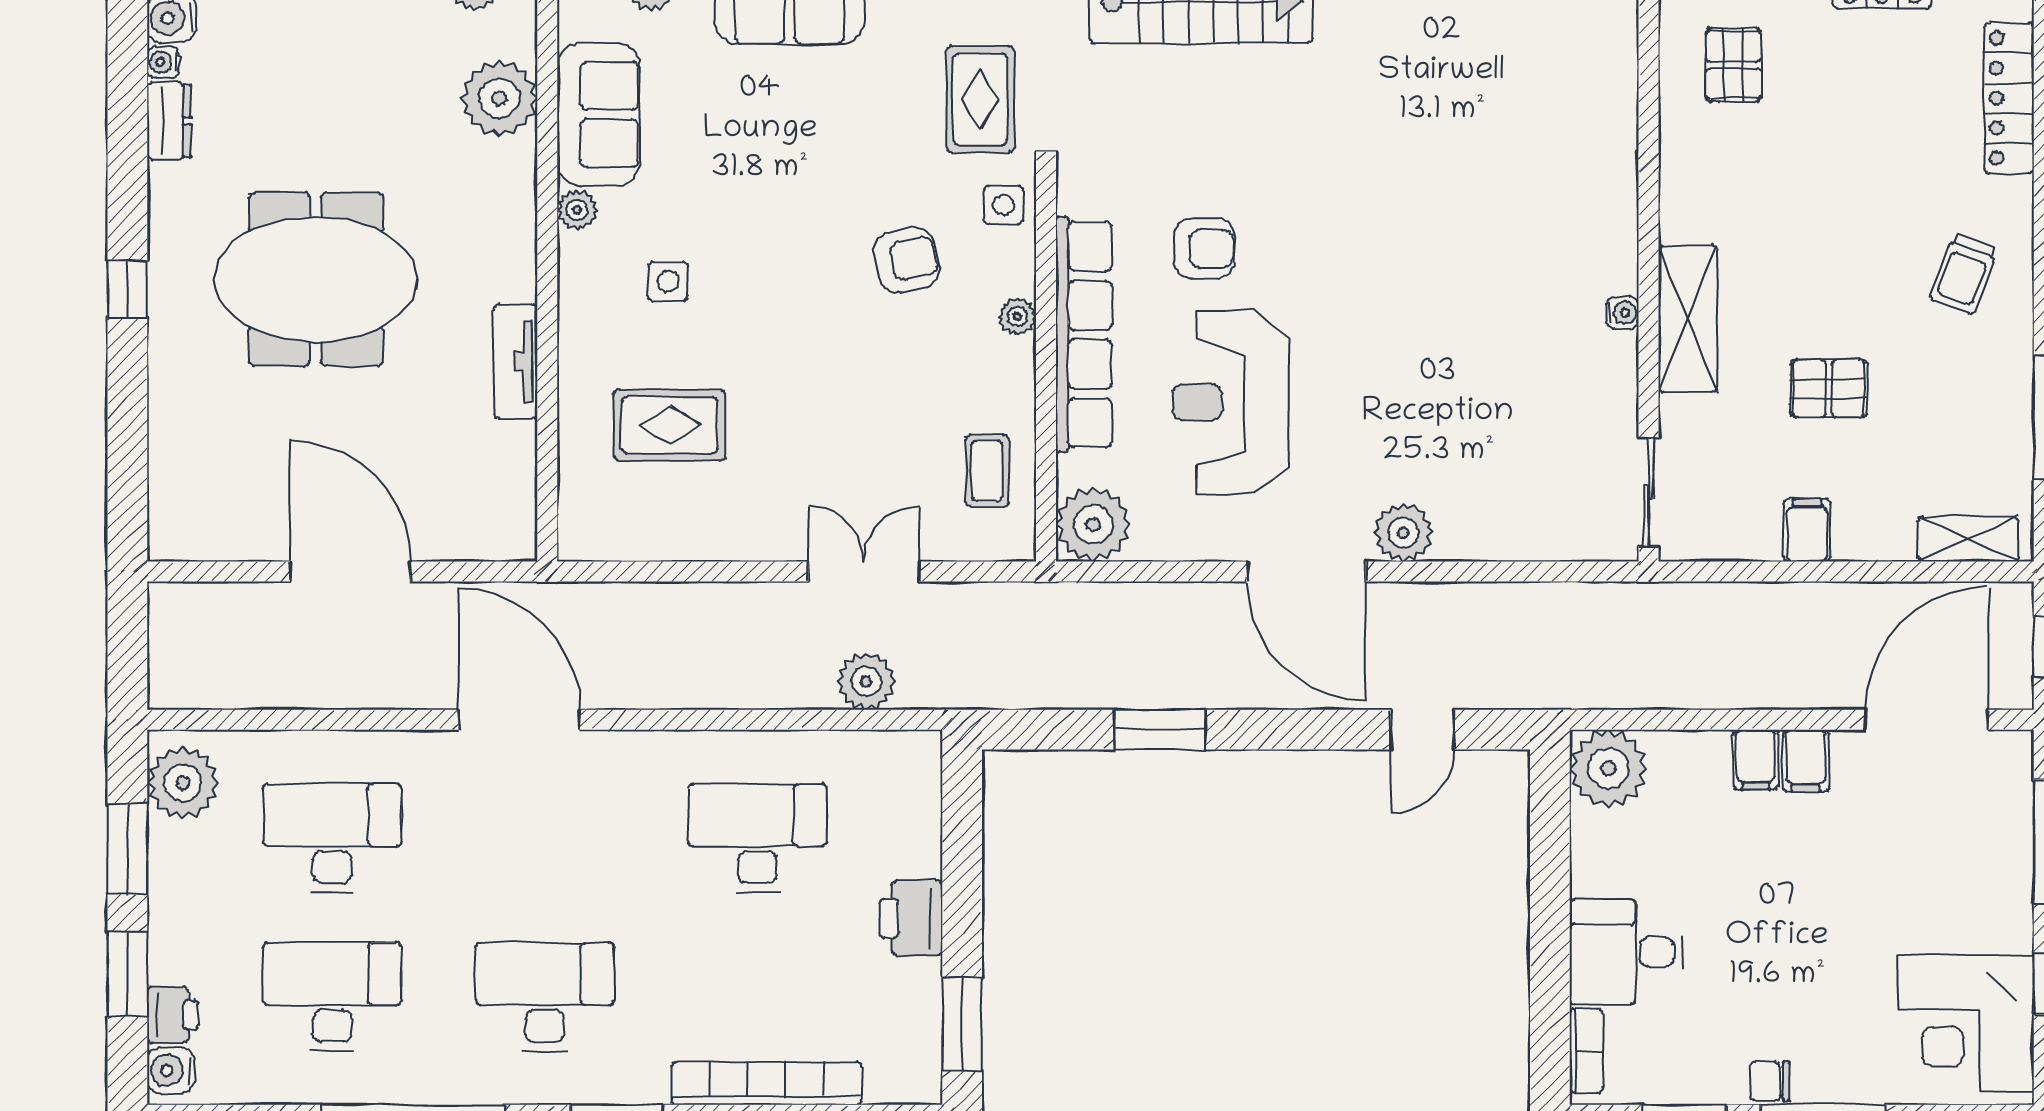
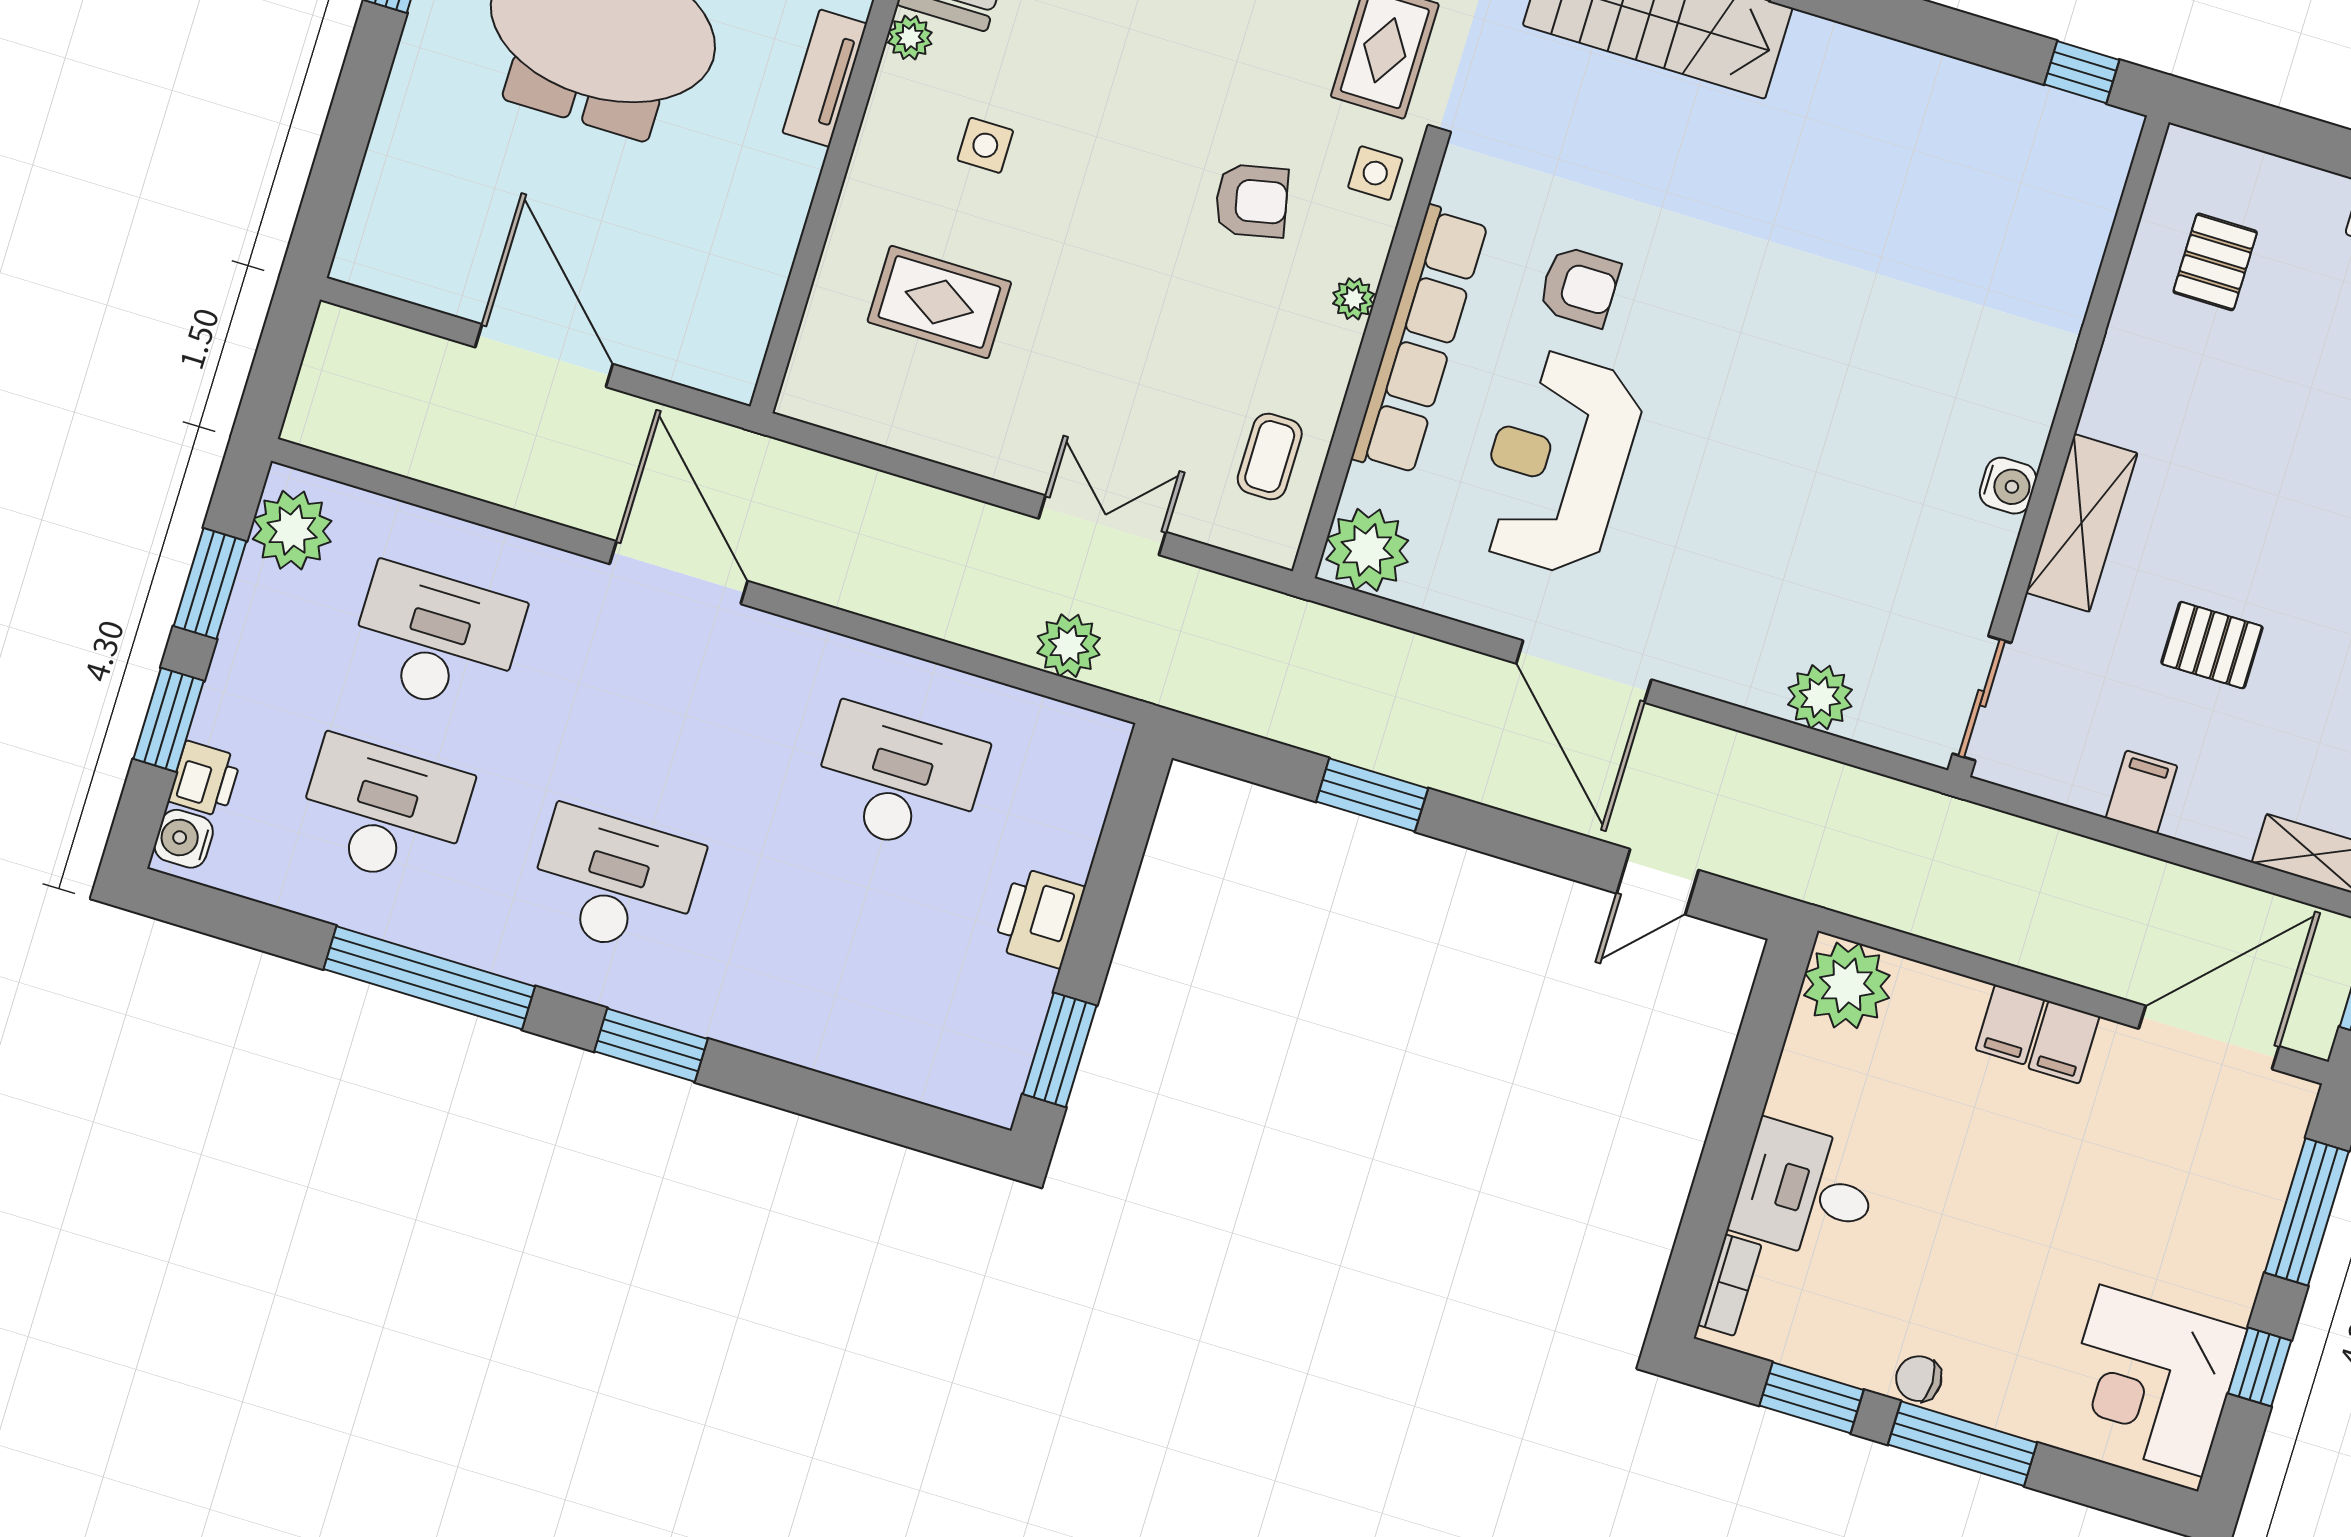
water cooler: (1622, 313) -> (2008, 486), width x1.38, depth x1.38
tv unit: (516, 362) -> (825, 78), moved
plant: (1403, 533) -> (1820, 697), moved
bookcase: (766, 1083) -> (827, 1050), removed

